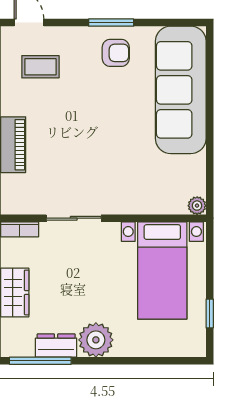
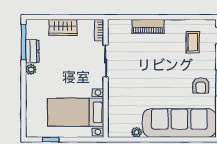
plant: (197, 206) -> (136, 132), moved
plant: (96, 340) -> (31, 69), width x0.53, depth x0.53

